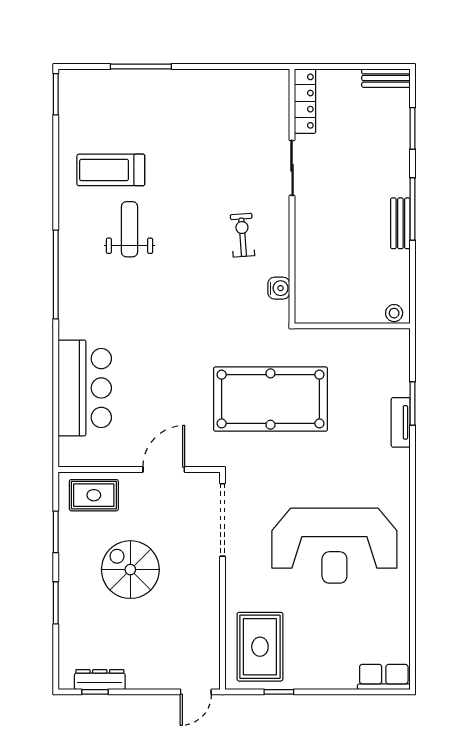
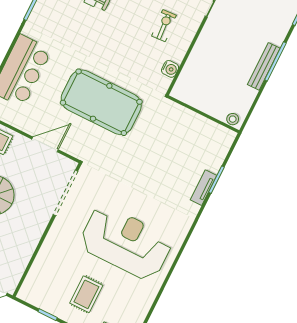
bench: (400, 223) -> (264, 66), width x1.36
pool table: (270, 399) -> (101, 102), moved
reception desk: (334, 546) -> (126, 243), turned 180
rug: (260, 647) -> (86, 294), moved, width x0.73, depth x0.70

